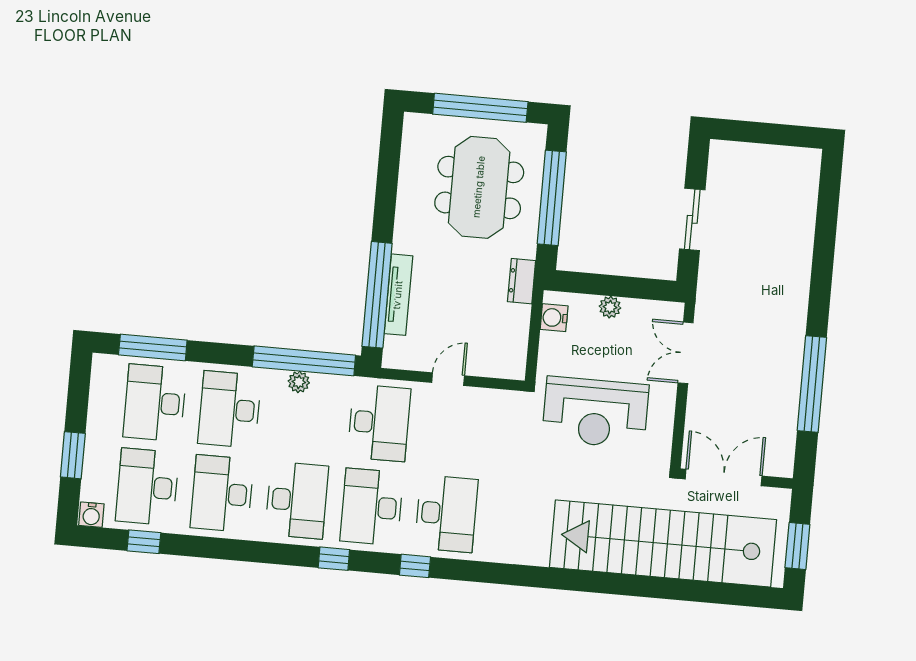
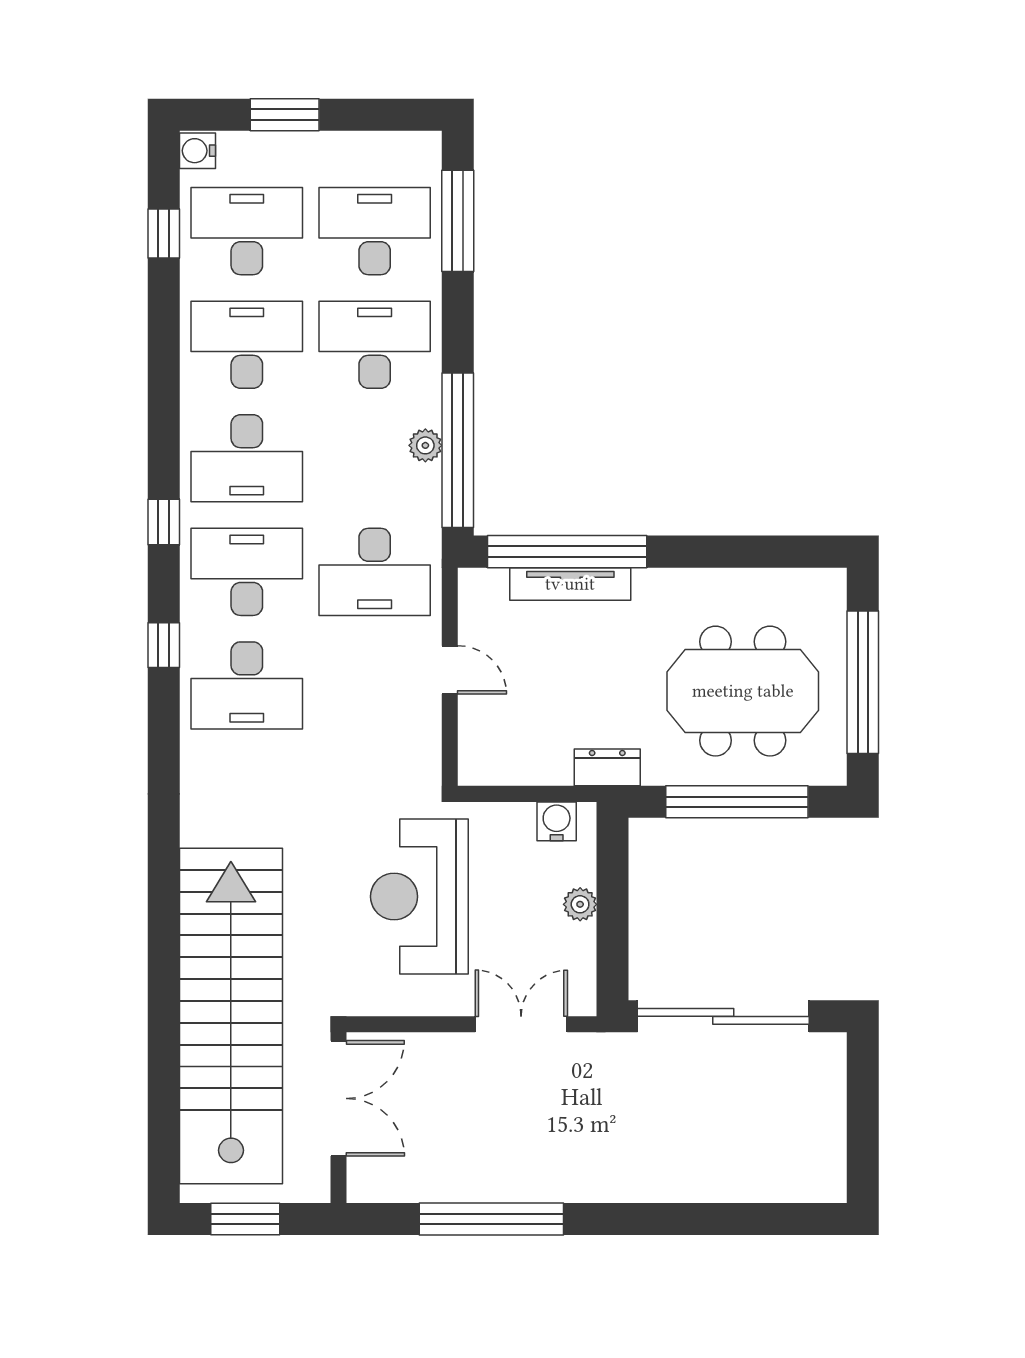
sliding door: (692, 219) -> (723, 1016), width x1.86

